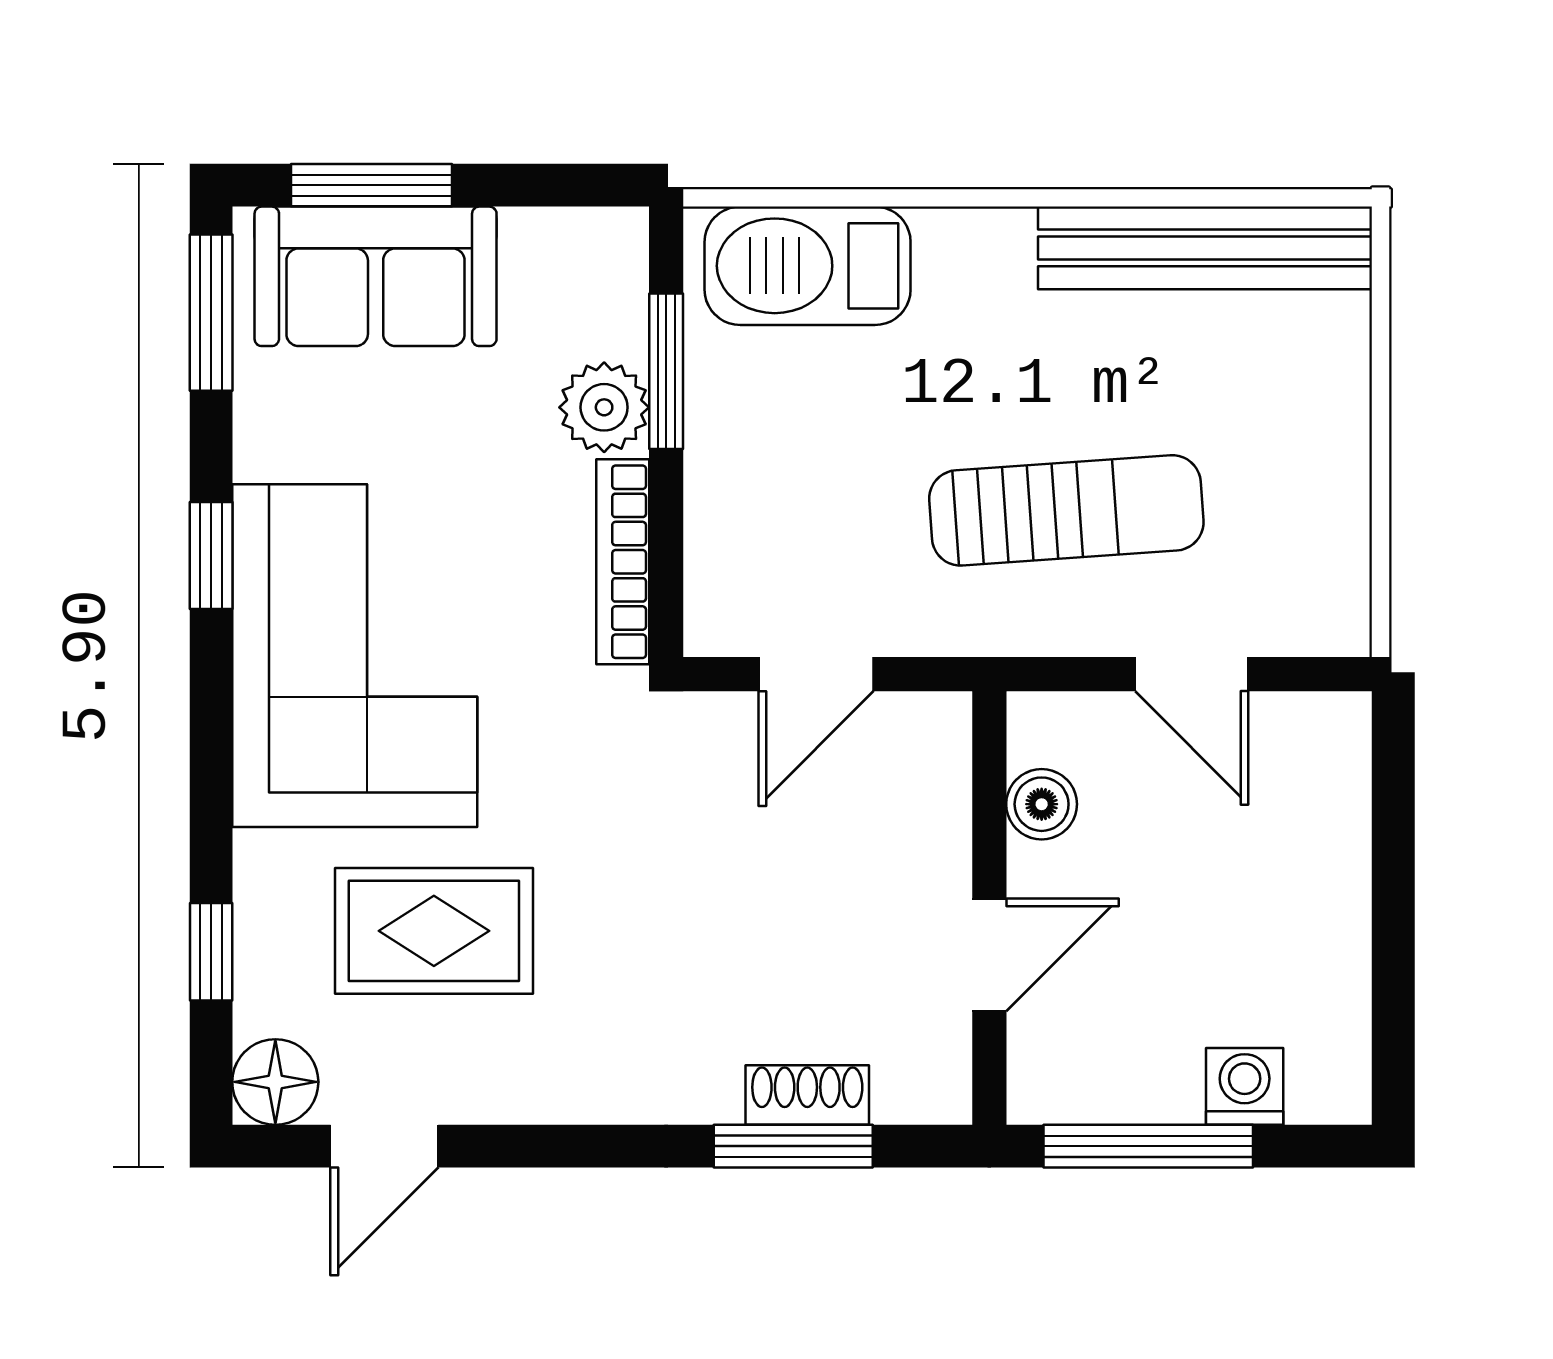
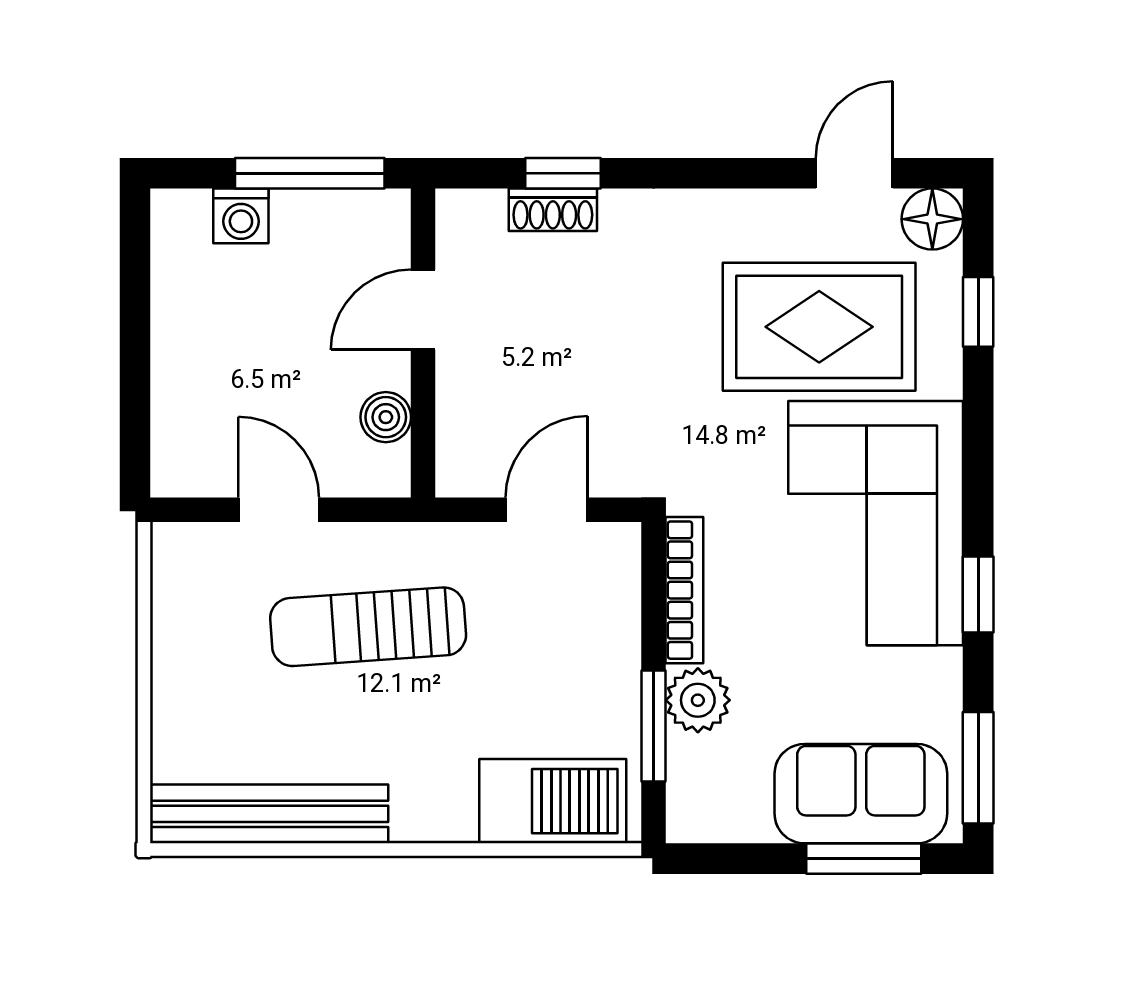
rug: (434, 931) -> (819, 327), width x1.36, depth x1.43
window: (793, 1146) -> (563, 173), width x0.67

